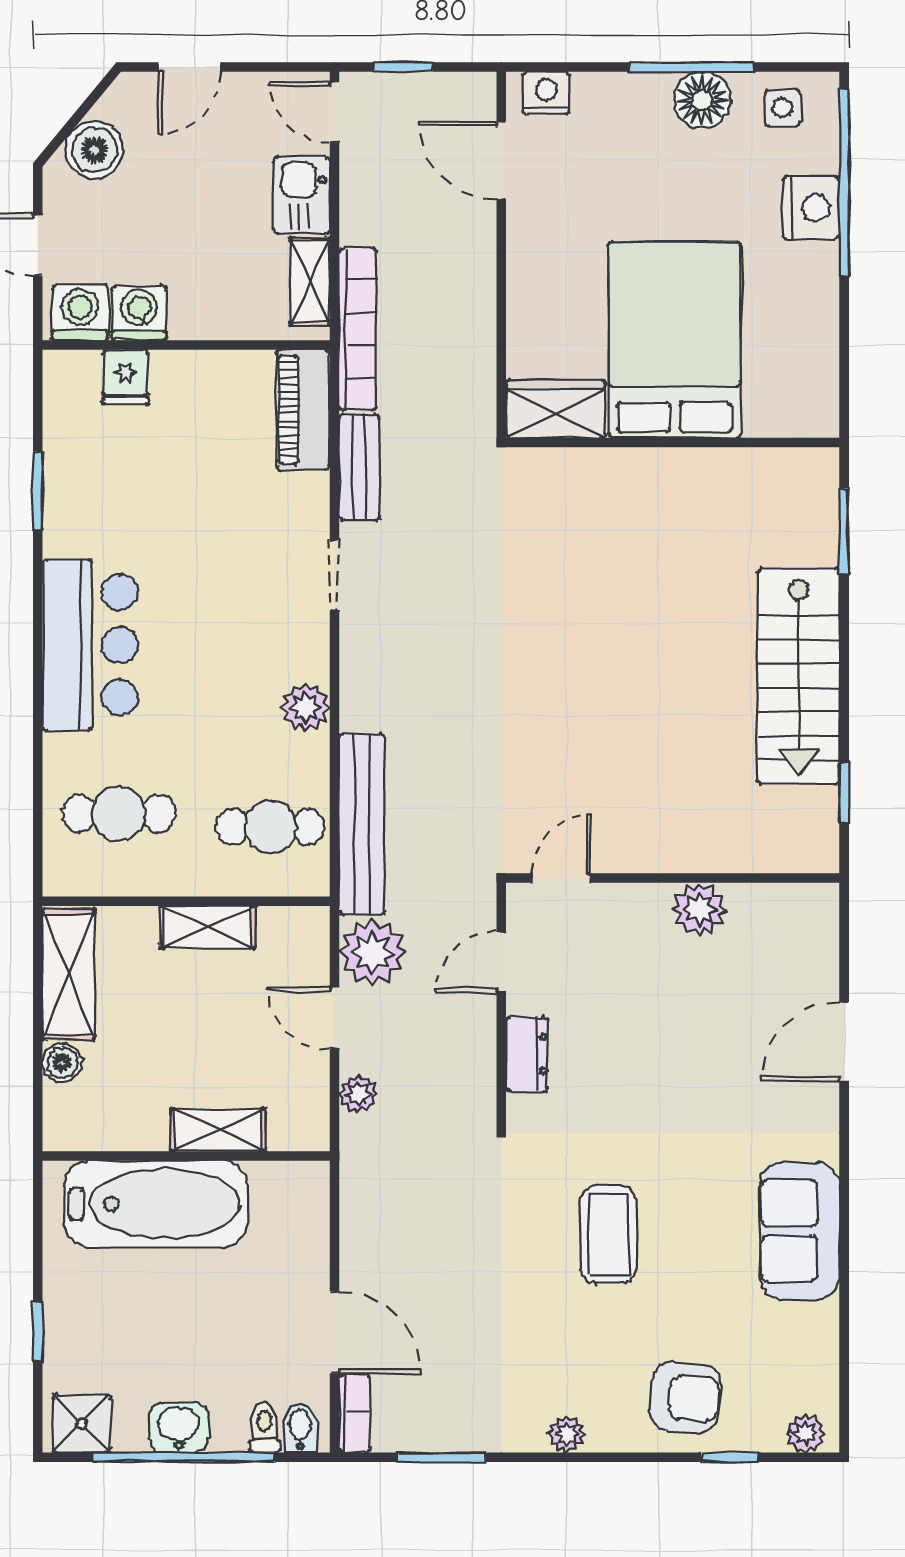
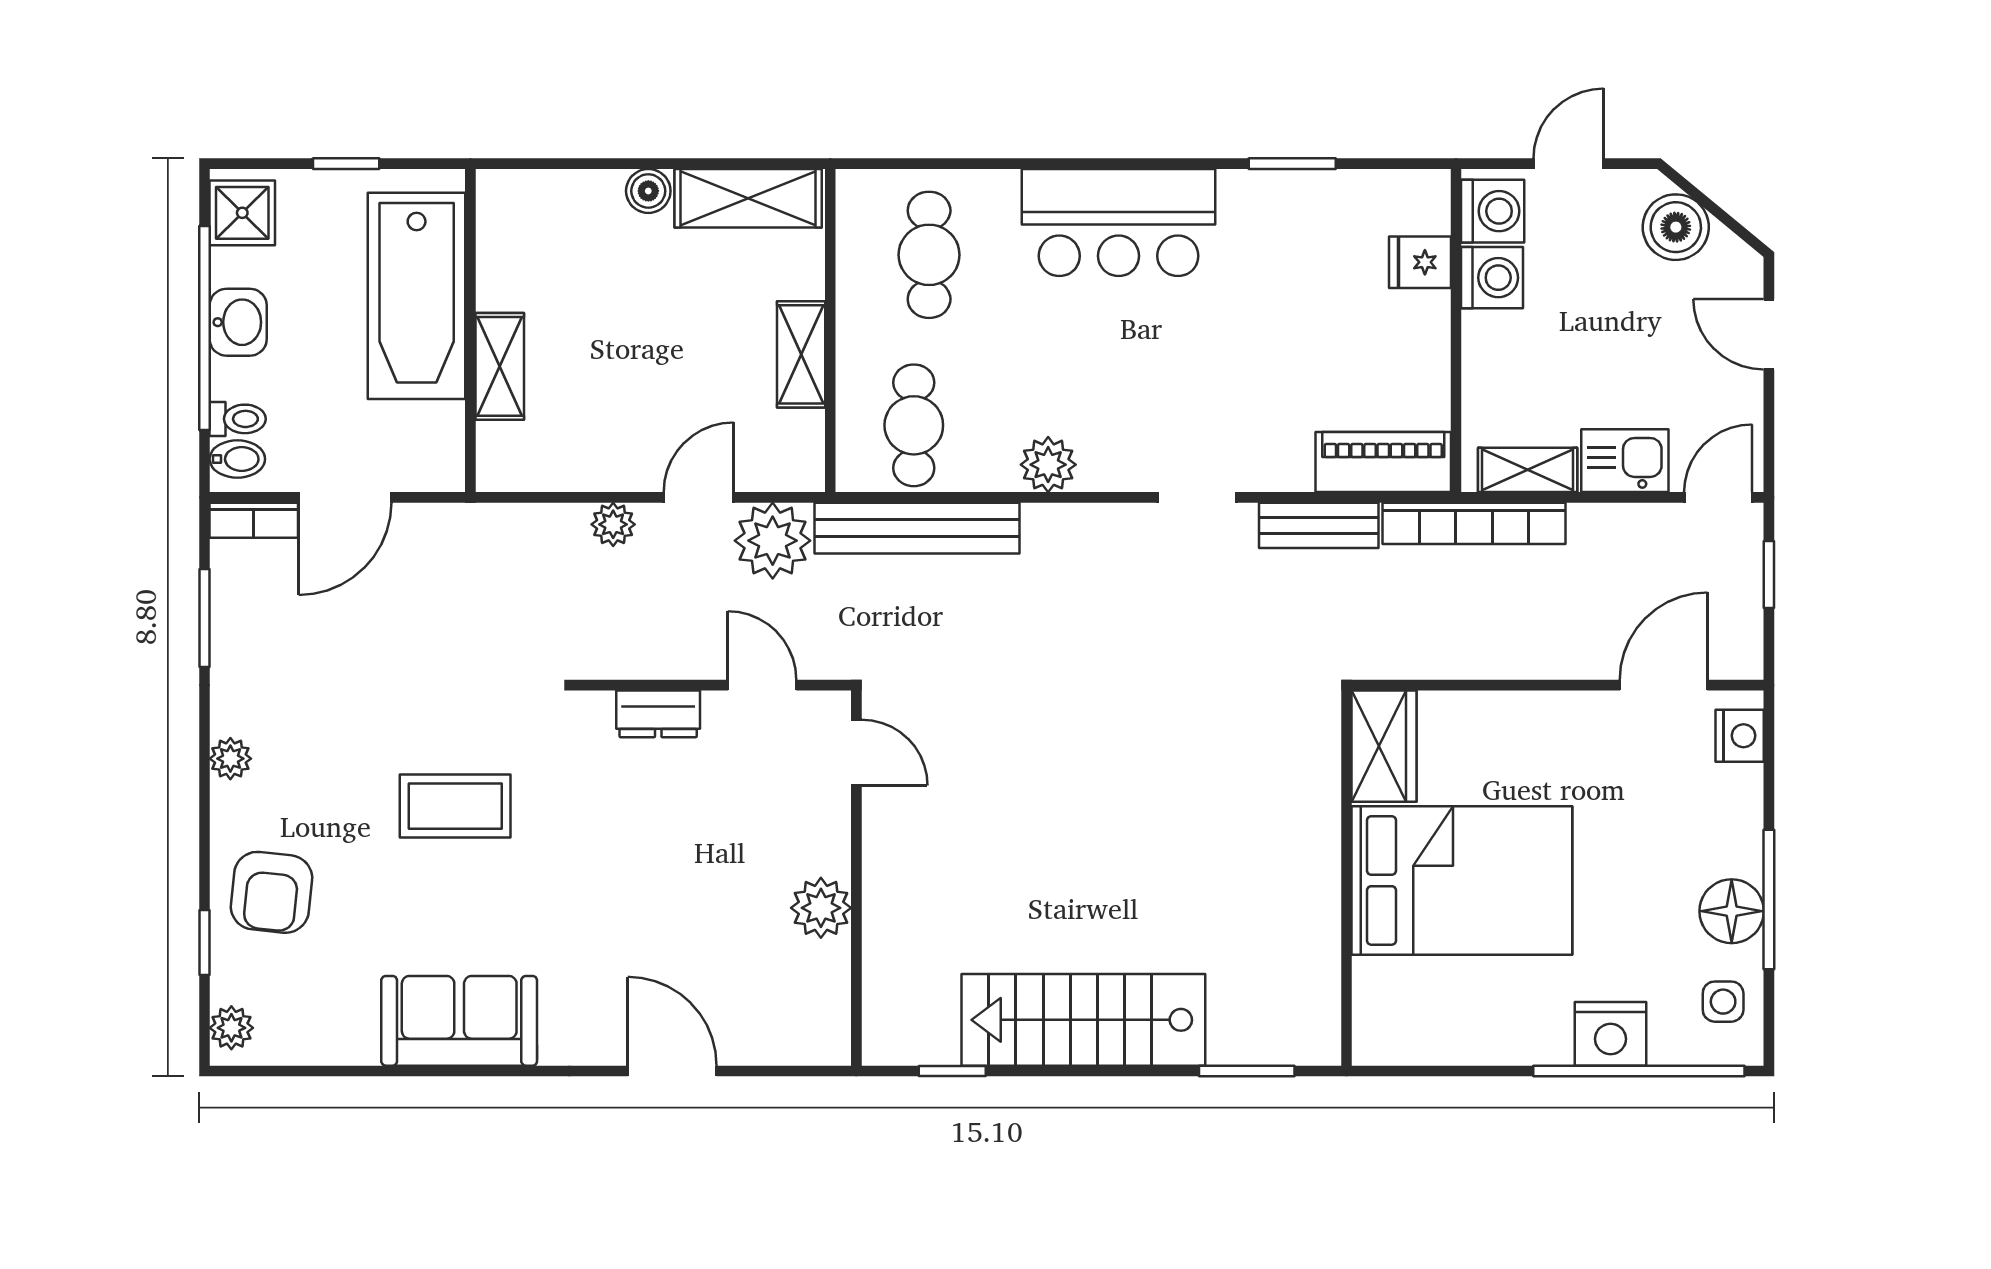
shelving: (218, 1130) -> (500, 366), moved
wall: (186, 1156) -> (470, 331), moved
bathtub: (155, 1204) -> (417, 296), moved

